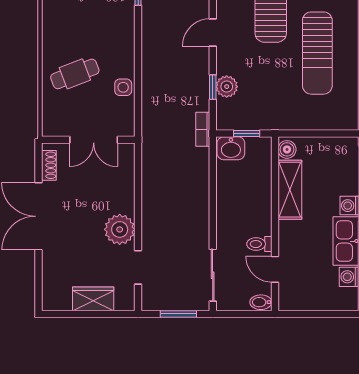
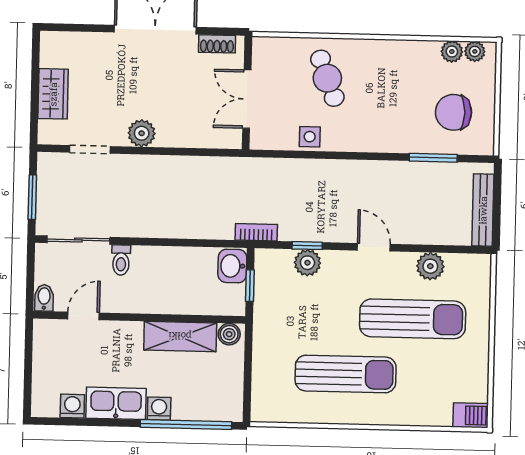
sun lounger: (317, 53) -> (346, 374), turned 180
plant: (120, 229) -> (142, 133), width x0.73, depth x0.73
toilet: (259, 244) -> (121, 260), moved, turned 180

